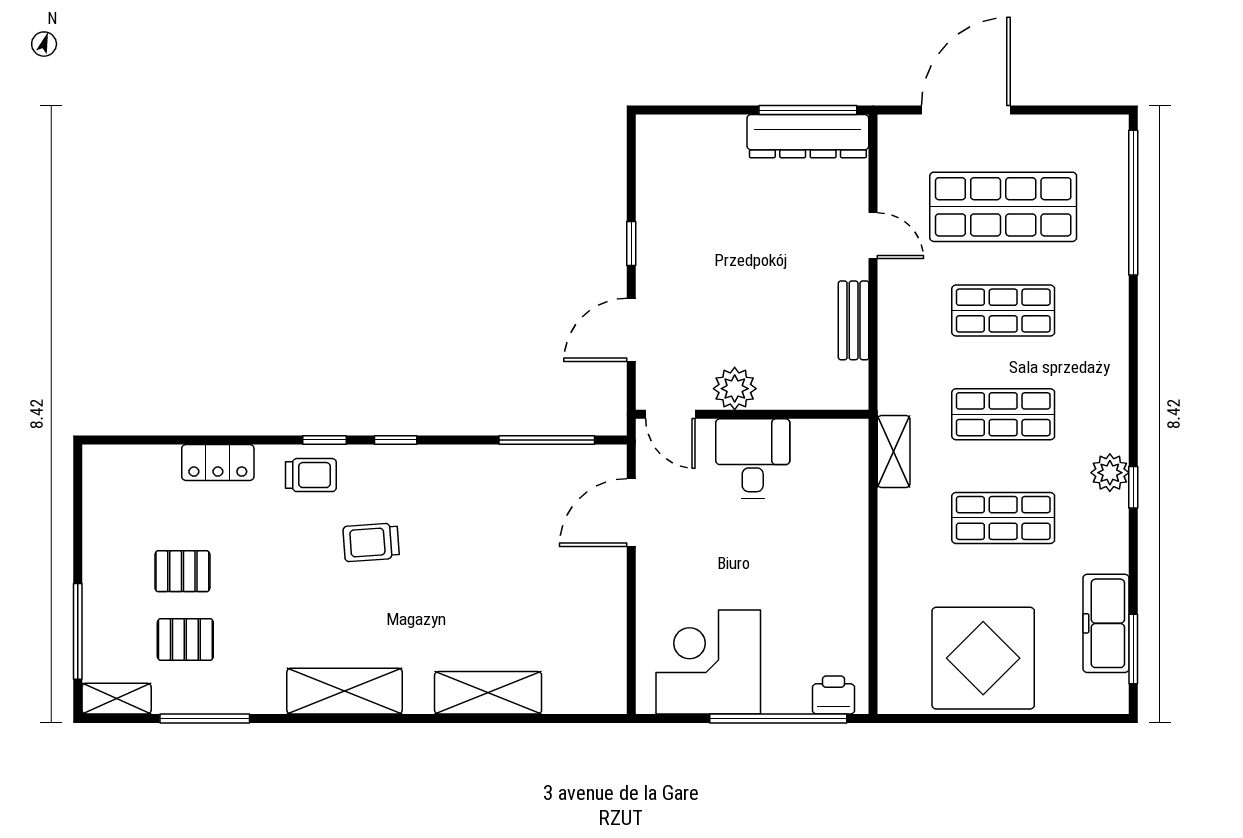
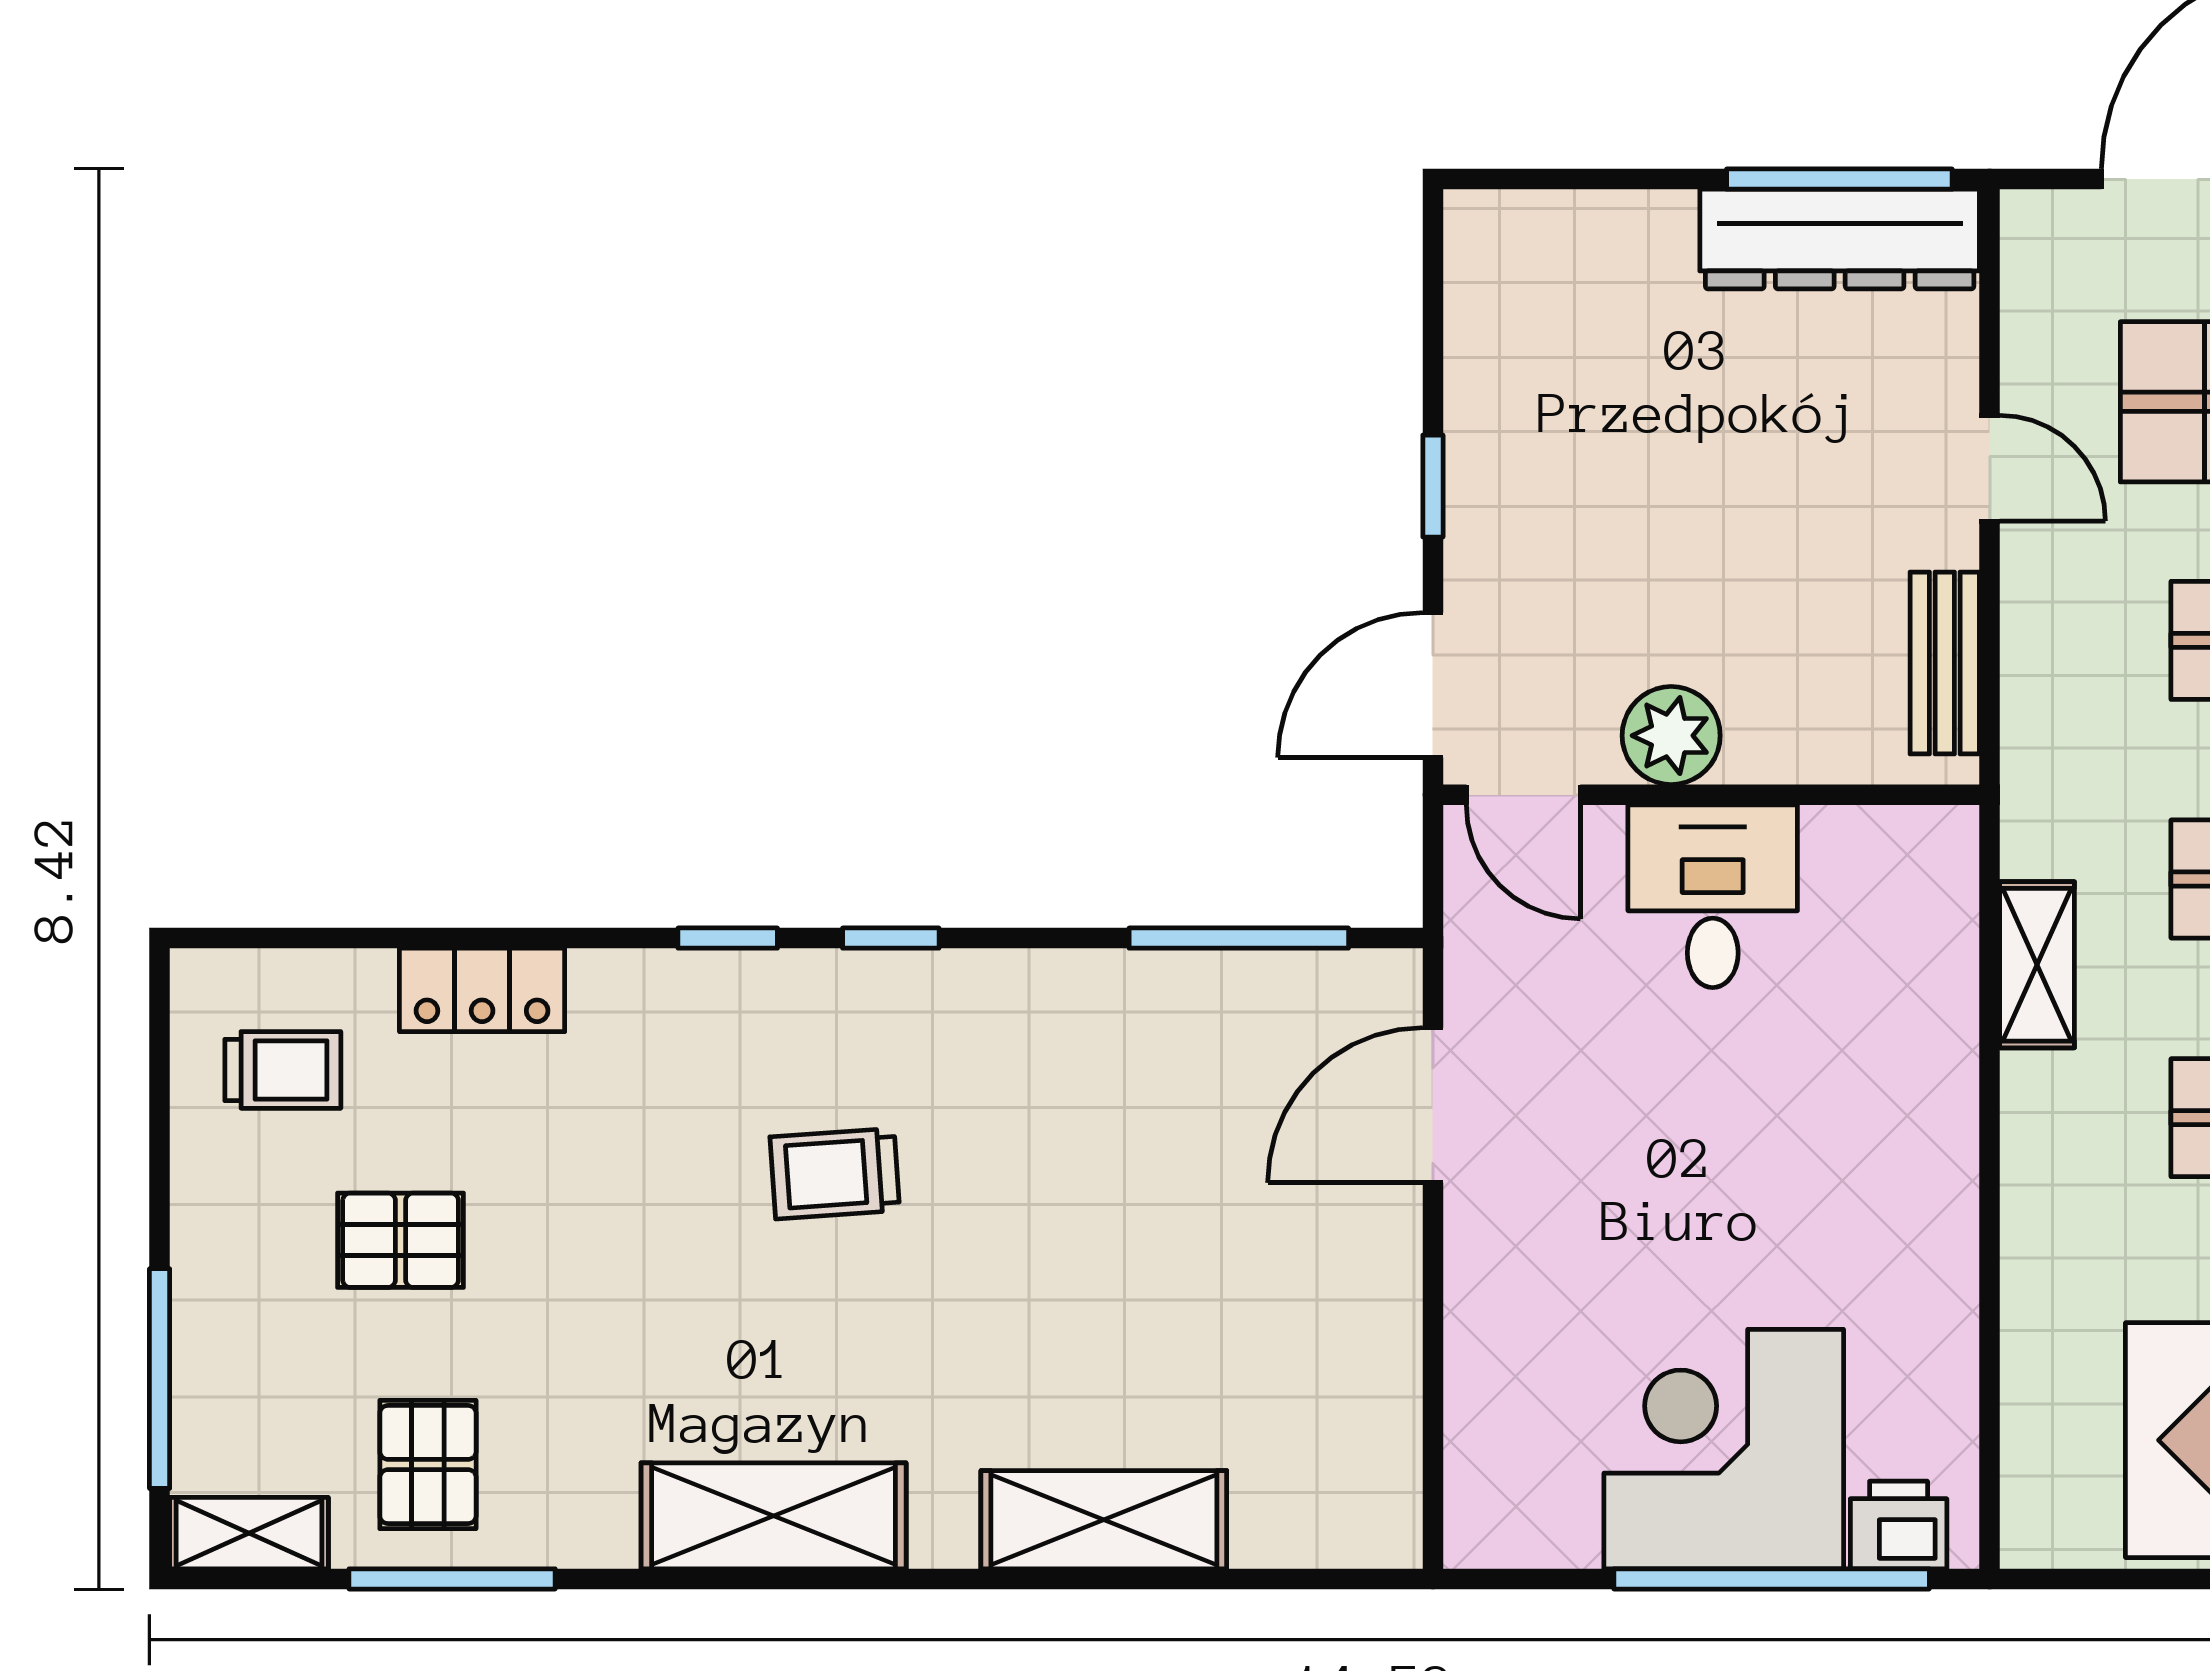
plant: (735, 389) -> (1671, 736), moved
door: (670, 414) -> (1523, 795), moved
wall: (752, 414) -> (1711, 795), moved
desk: (753, 458) -> (1713, 896), moved
trolley: (311, 475) -> (283, 1070), moved
pallet: (185, 639) -> (428, 1465), moved, turned 90
corner desk: (708, 662) -> (1724, 1449), moved

